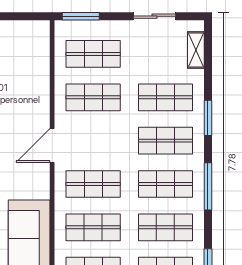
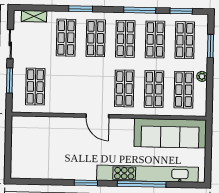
window: (81, 16) -> (10, 81), moved
shop shelf: (93, 97) -> (65, 87), removed
window: (208, 186) -> (140, 10), moved

